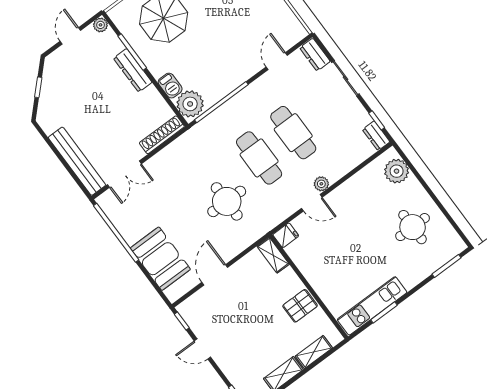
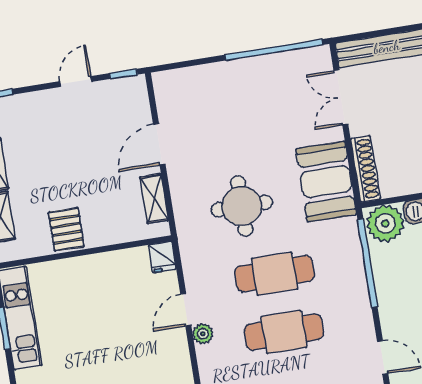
shelving: (273, 255) -> (154, 199), moved, turned 90
booth: (160, 259) -> (326, 182), moved, turned 90
door: (215, 275) -> (159, 144), swing flipped

